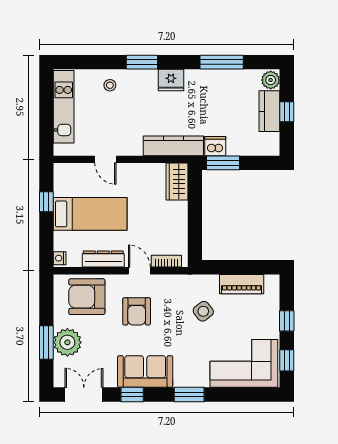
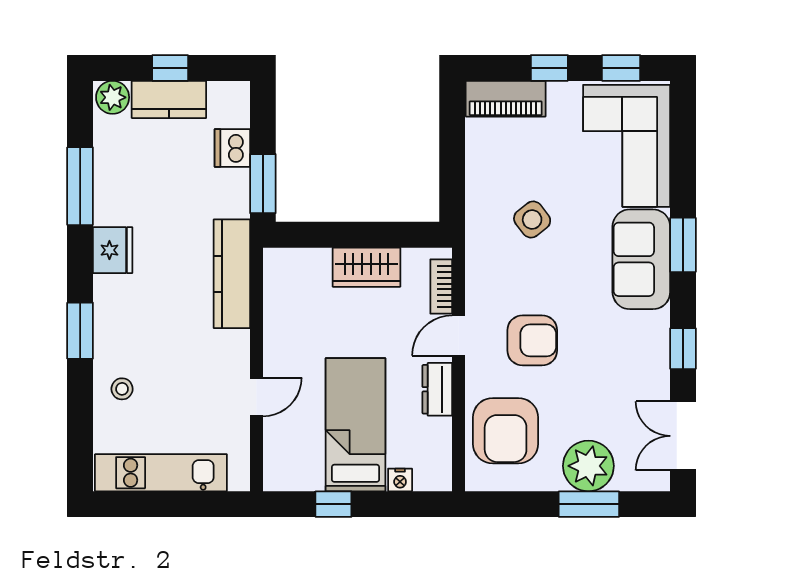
fridge: (171, 80) -> (113, 250), moved
dishwasher: (215, 146) -> (232, 148), moved
wardrobe: (177, 182) -> (366, 267), moved
nightstand: (60, 258) -> (400, 480), moved
dresser: (103, 259) -> (437, 389), width x0.70
piano: (242, 284) -> (506, 99), moved, turned 90
sofa: (145, 372) -> (641, 259), moved

